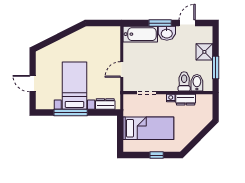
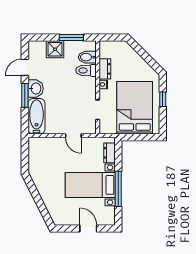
door: (187, 23) -> (25, 67), hinge flipped
door: (33, 84) -> (88, 229), swing flipped
bed: (148, 128) -> (135, 108), width x1.50

